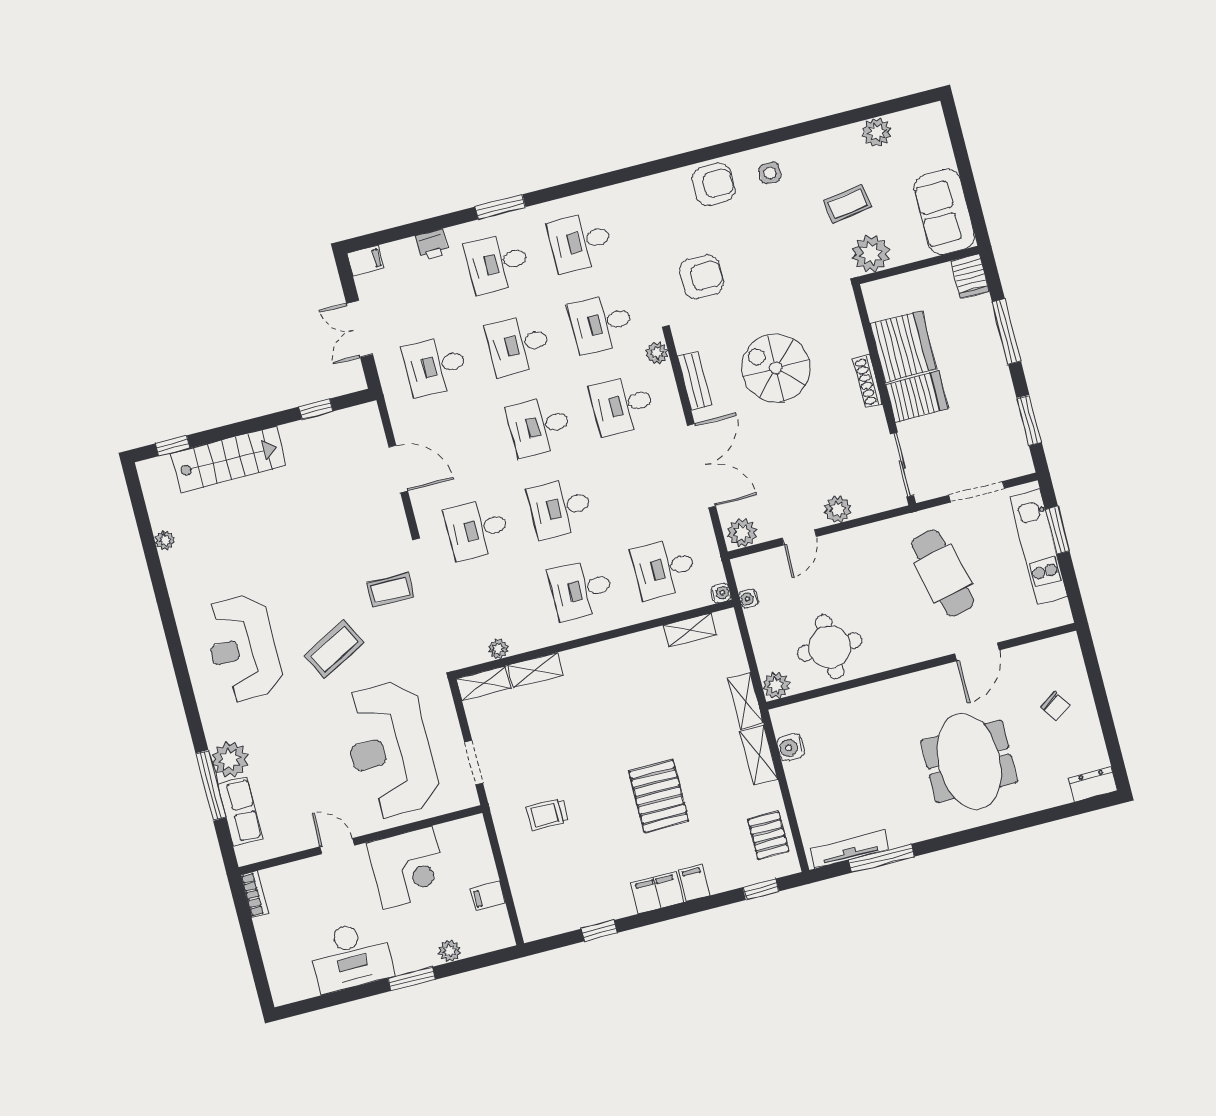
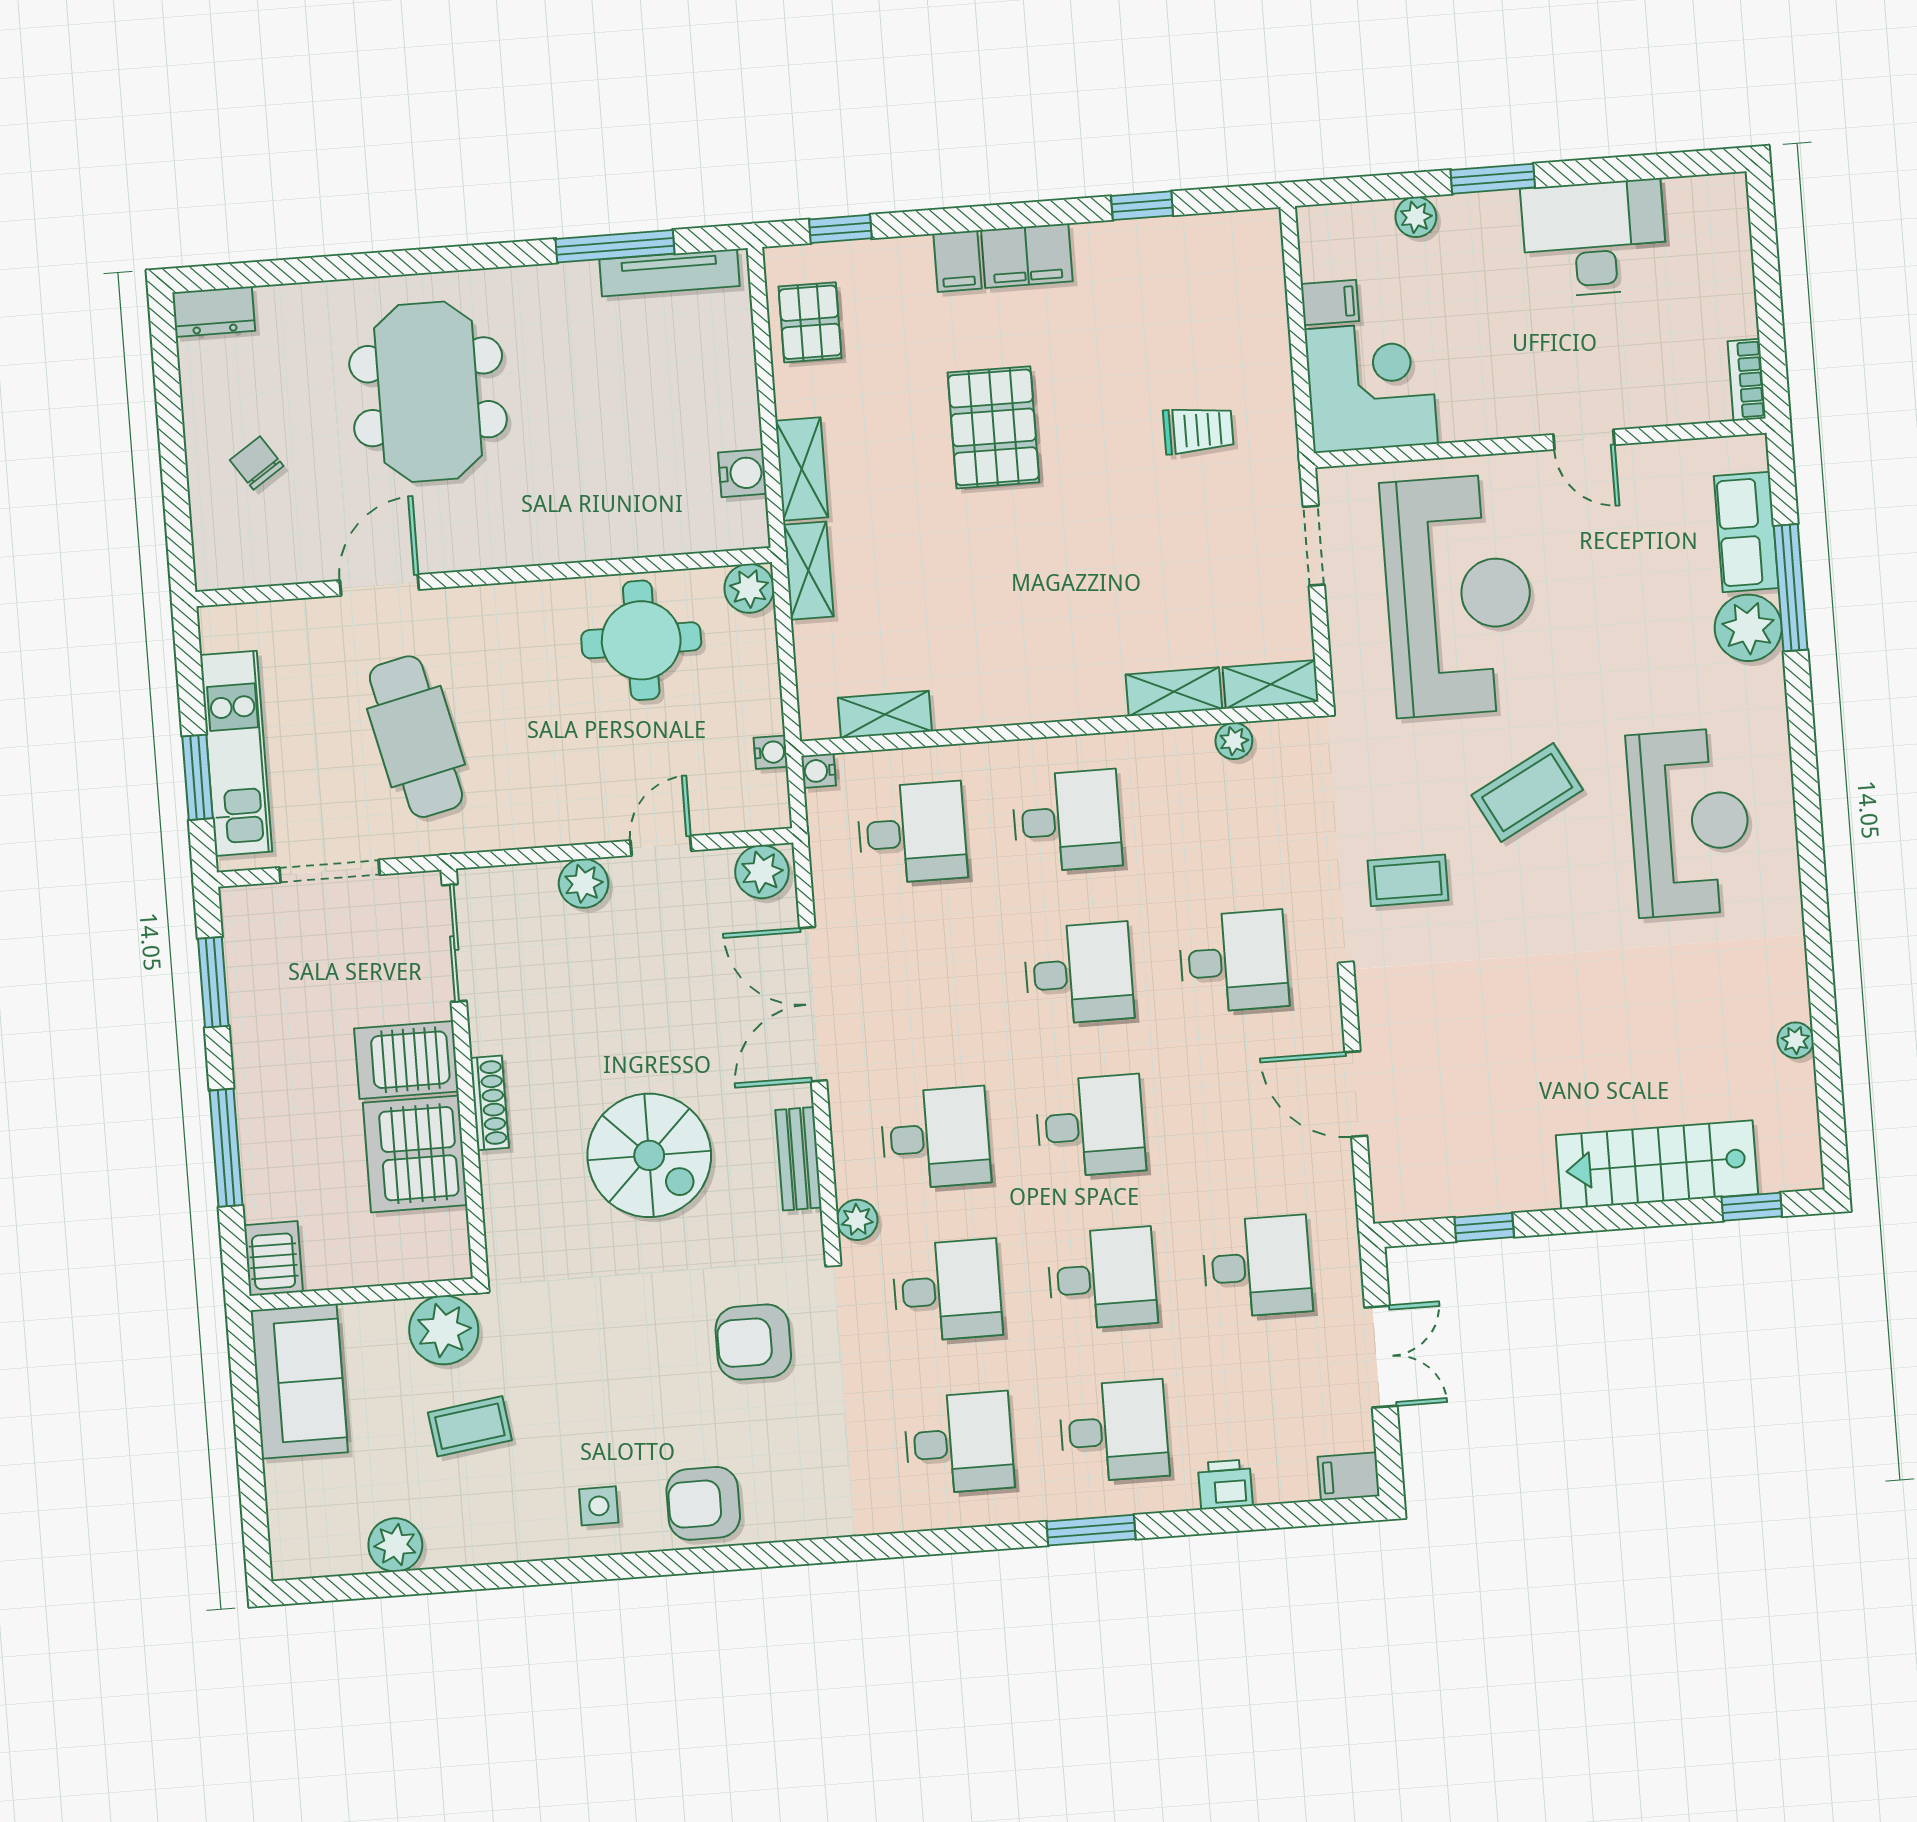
corner desk: (408, 867) -> (1371, 386), moved, turned 90

